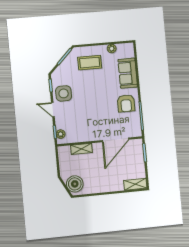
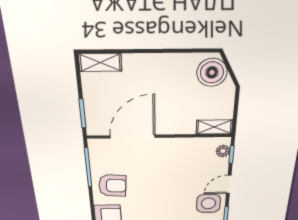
armchair: (126, 103) -> (112, 186), turned 94
door: (53, 110) -> (229, 184), swing flipped
shelving: (81, 149) -> (214, 127), moved

